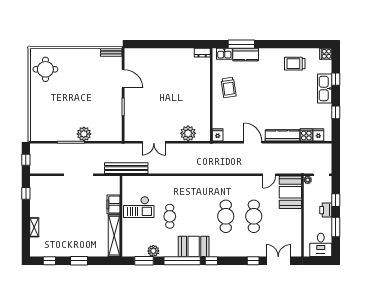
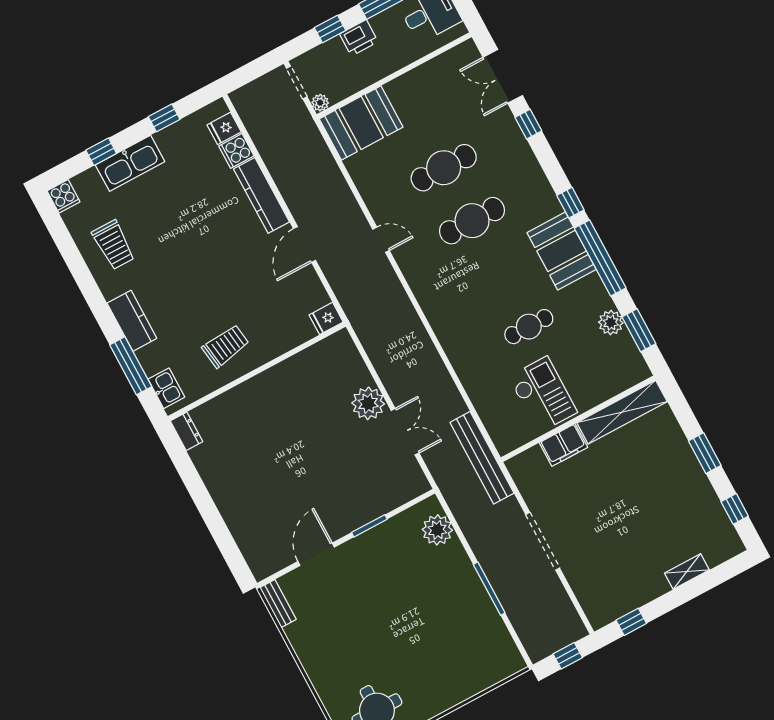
kitchen counter: (246, 55) -> (132, 321), moved
plant: (188, 133) -> (368, 403), moved
plant: (84, 134) -> (437, 530), moved
door: (269, 175) -> (381, 240), moved

